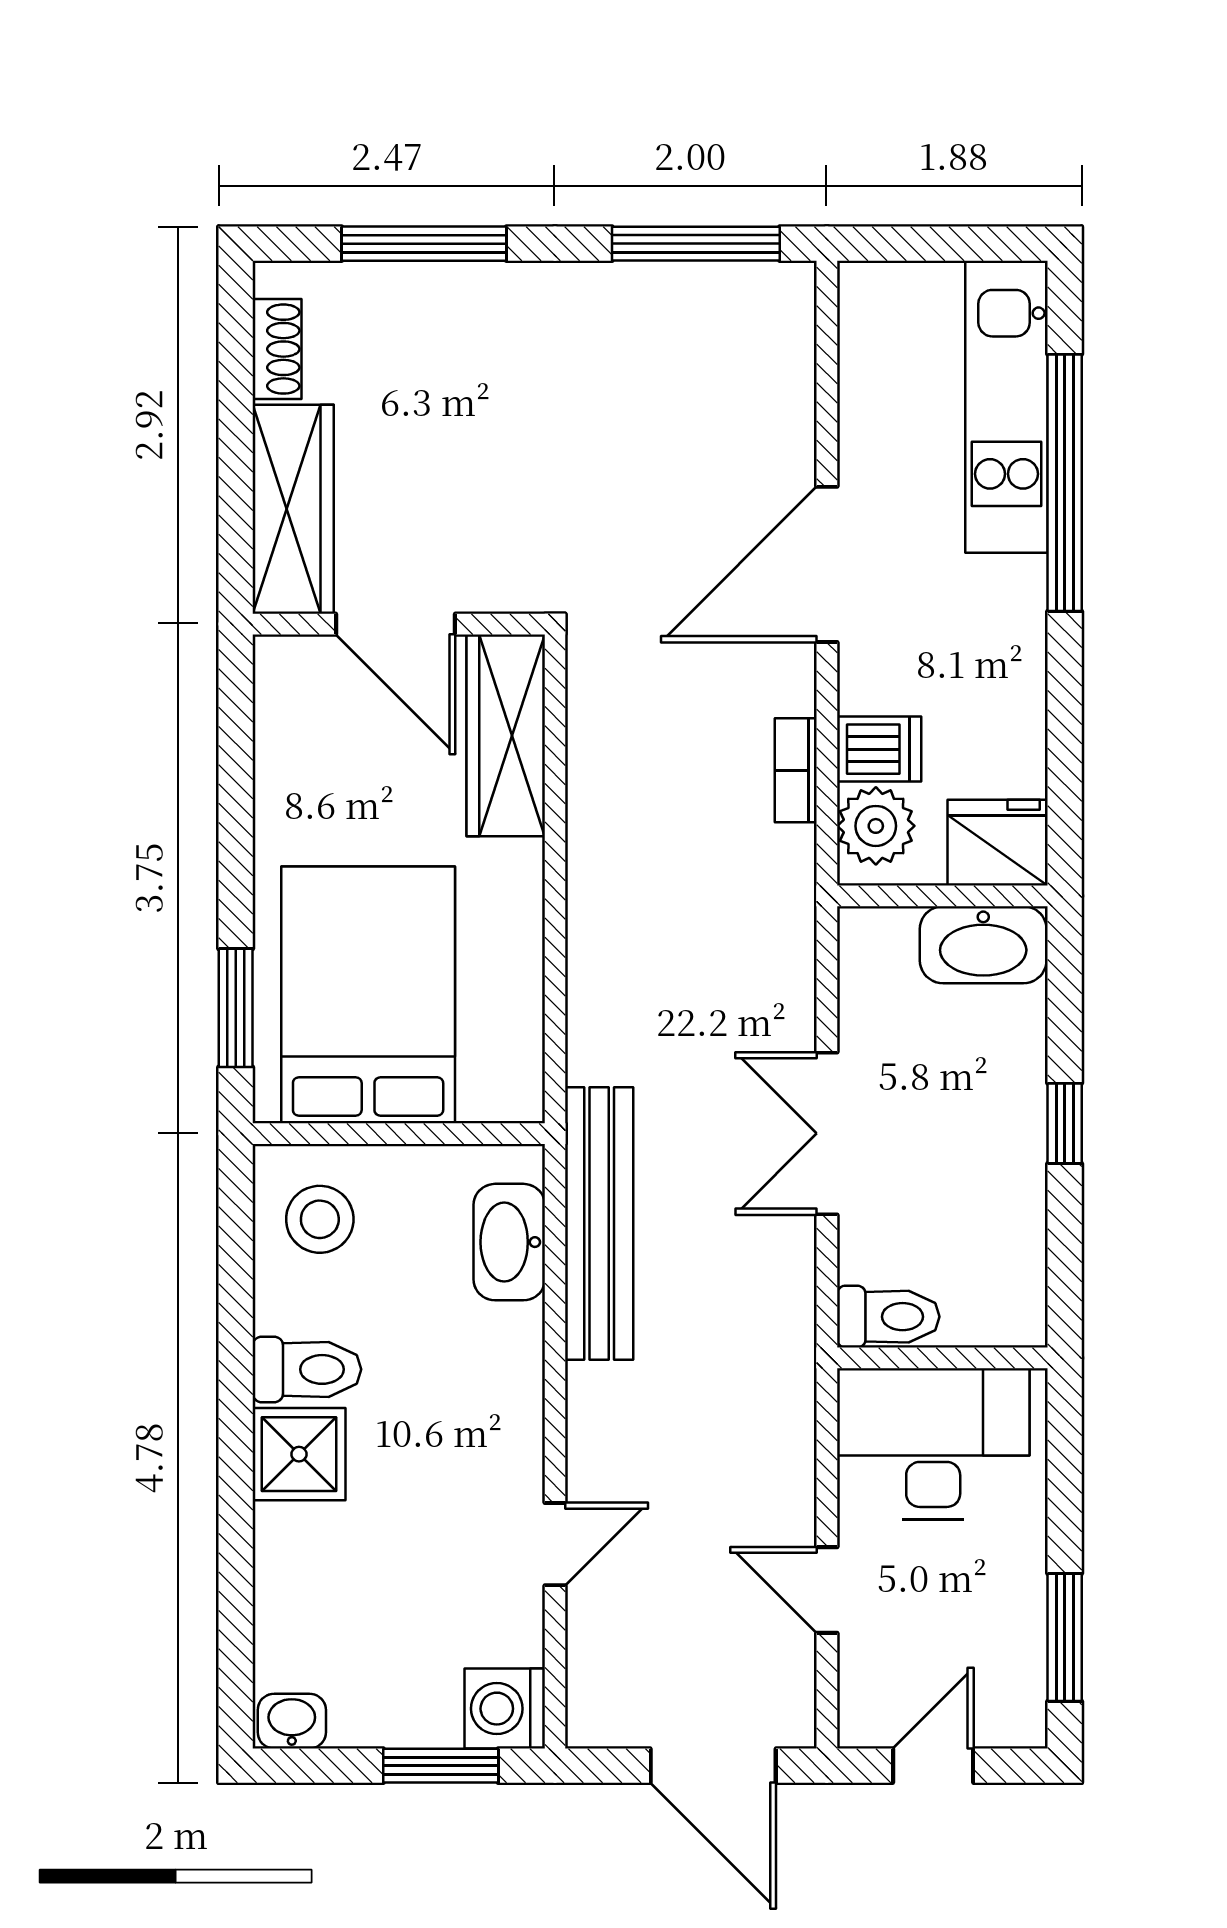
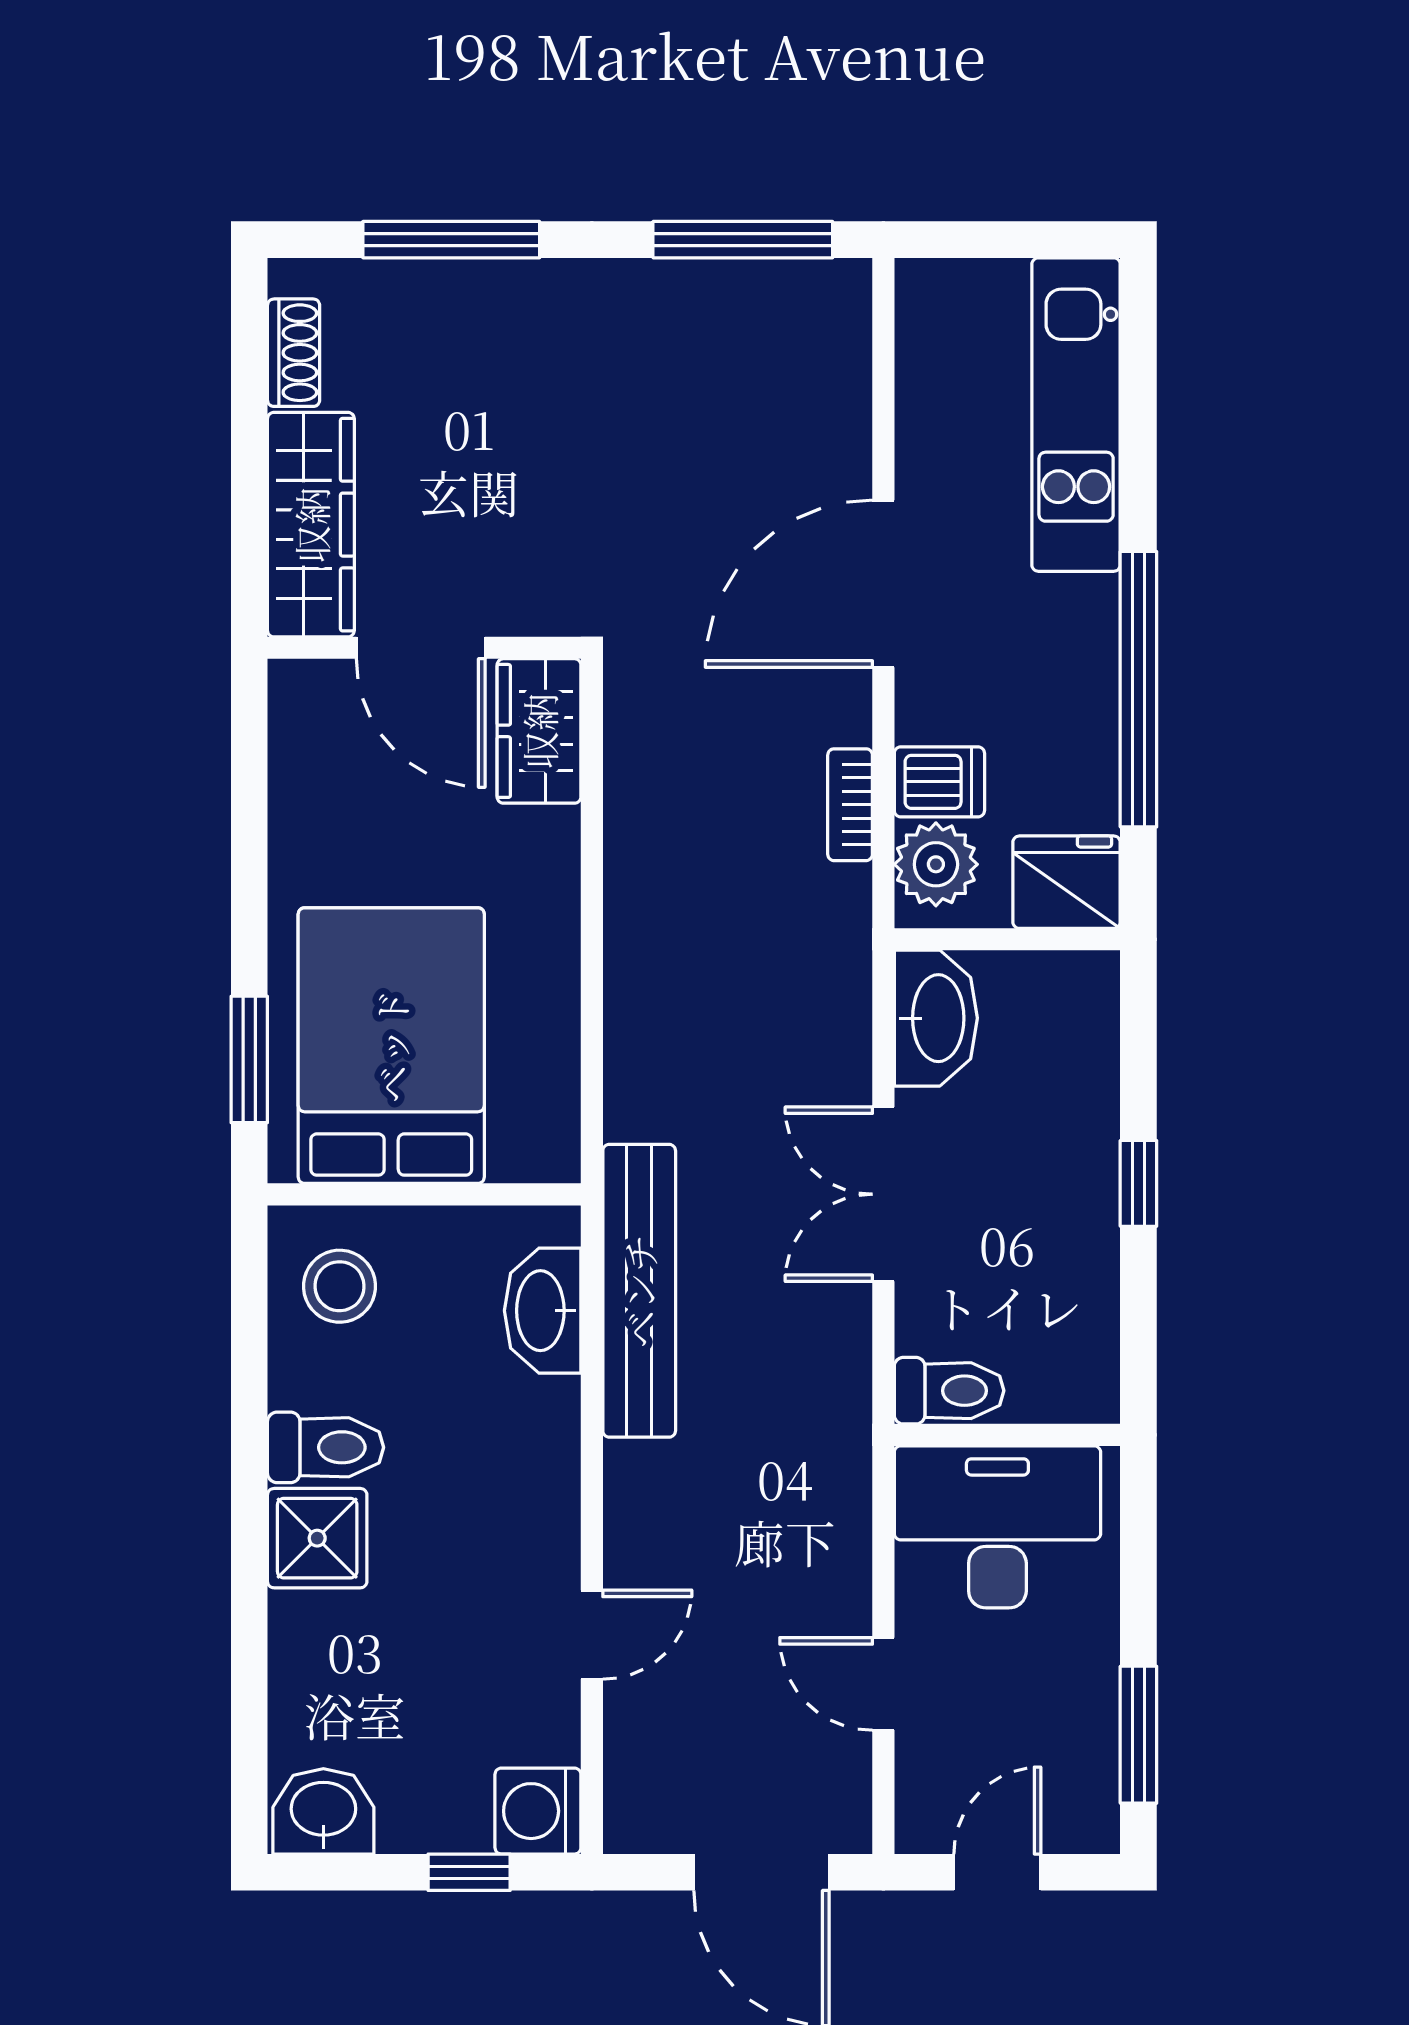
window: (1065, 483) -> (1138, 689), moved
wardrobe: (506, 735) -> (539, 731), width x0.67
washbasin: (983, 945) -> (936, 1018), moved, turned -90
washbasin: (292, 1721) -> (323, 1811), width x1.38, depth x1.45
window: (441, 1766) -> (469, 1872), width x0.67

